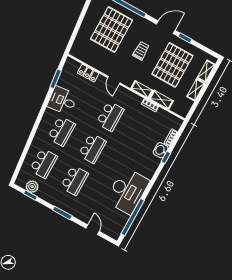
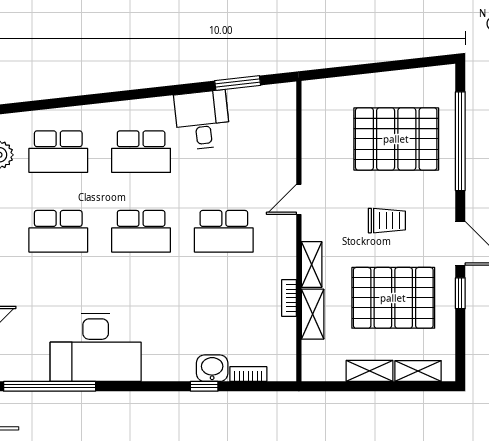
locker: (88, 73) -> (285, 141), removed

